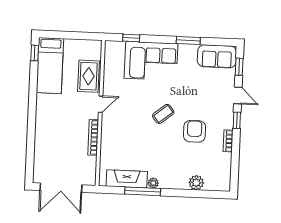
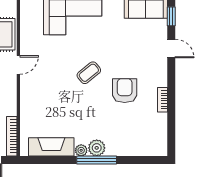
window: (237, 120) -> (171, 76), removed
bookcase: (93, 137) -> (12, 136), moved
plant: (196, 183) -> (97, 148), moved
window: (143, 191) -> (97, 160), moved

